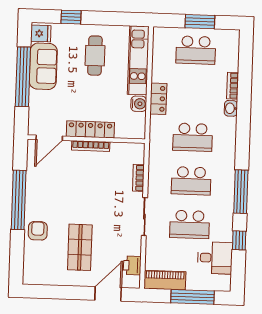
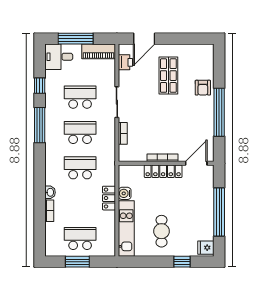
sofa: (43, 66) -> (203, 221), removed
desk: (215, 258) -> (59, 57), moved

